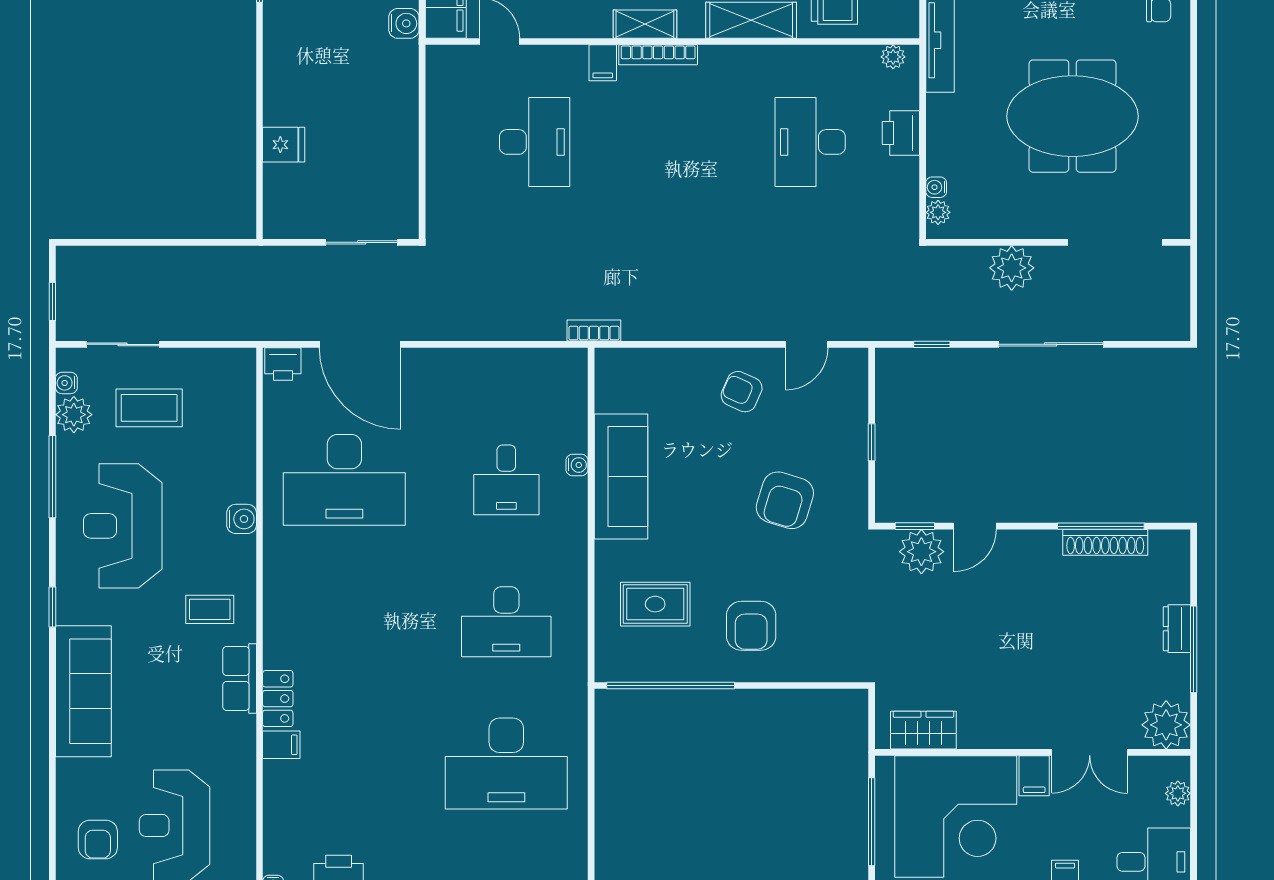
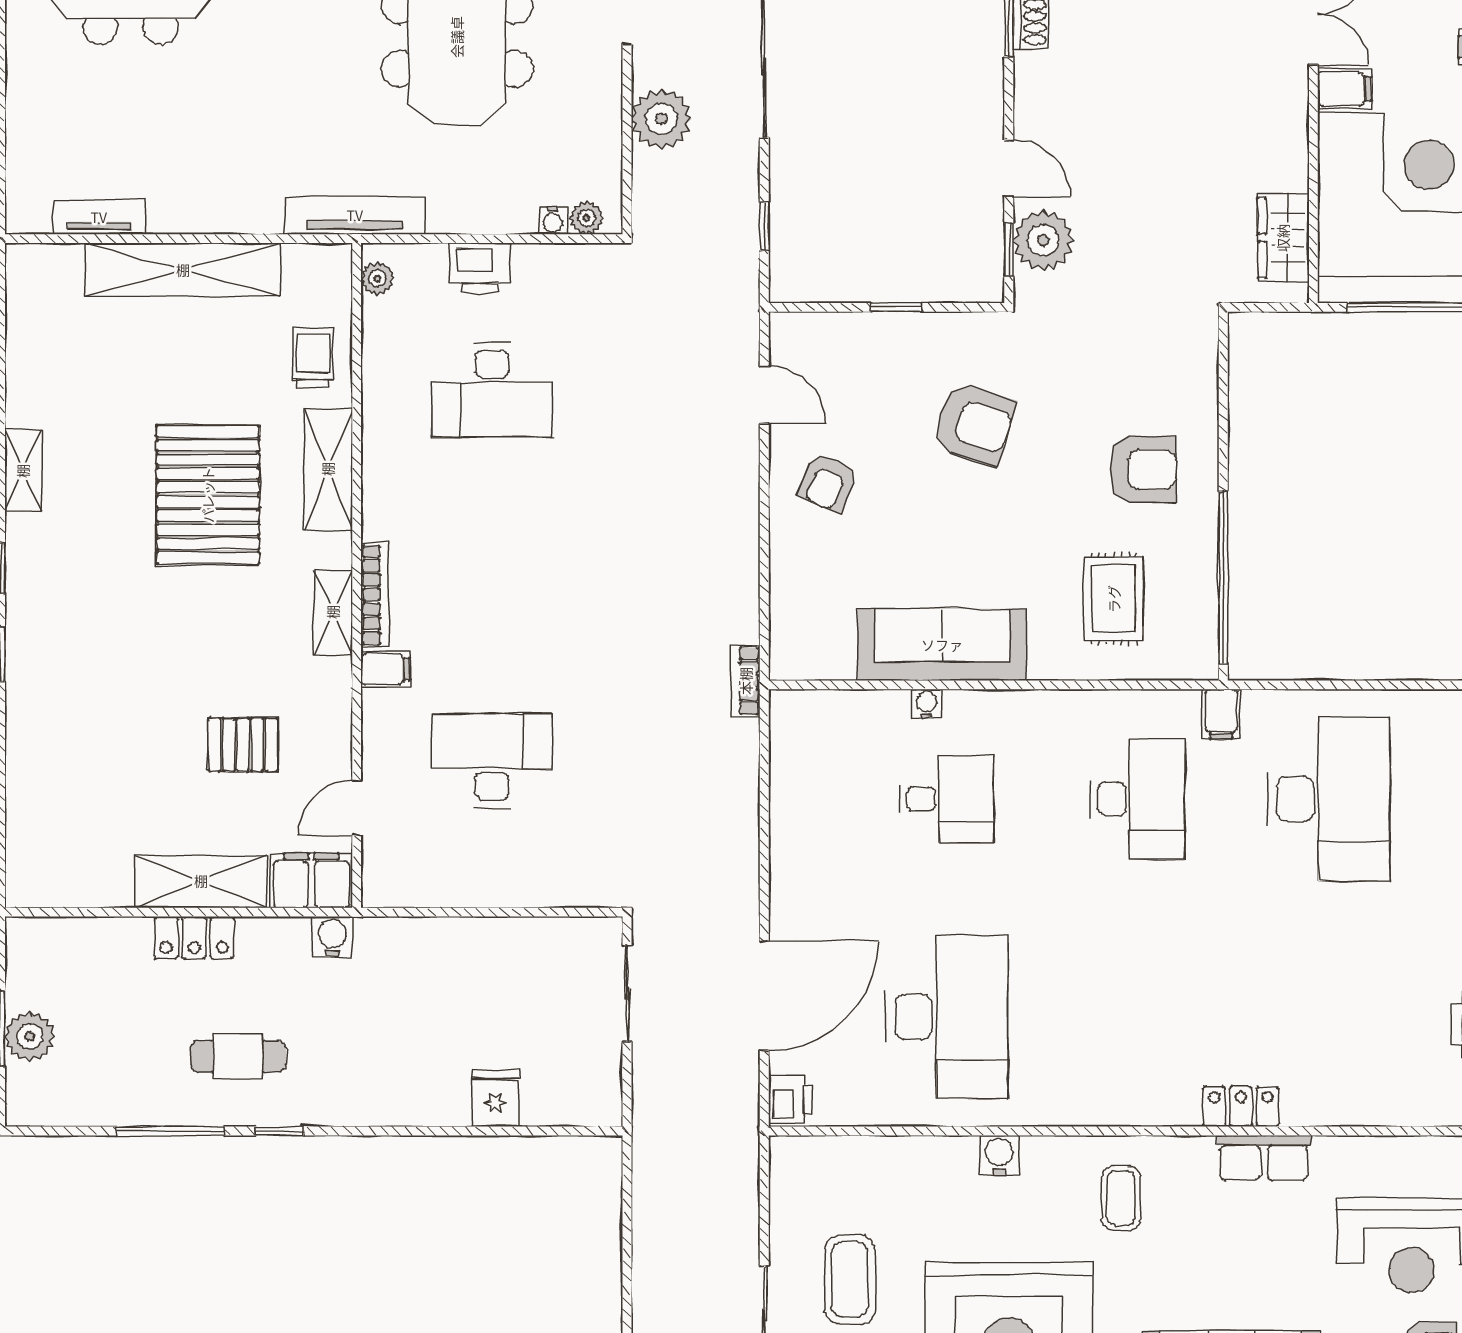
row of seats: (240, 678) -> (1264, 1158), moved
filing cabinet: (281, 745) -> (1221, 714), moved, turned 180

